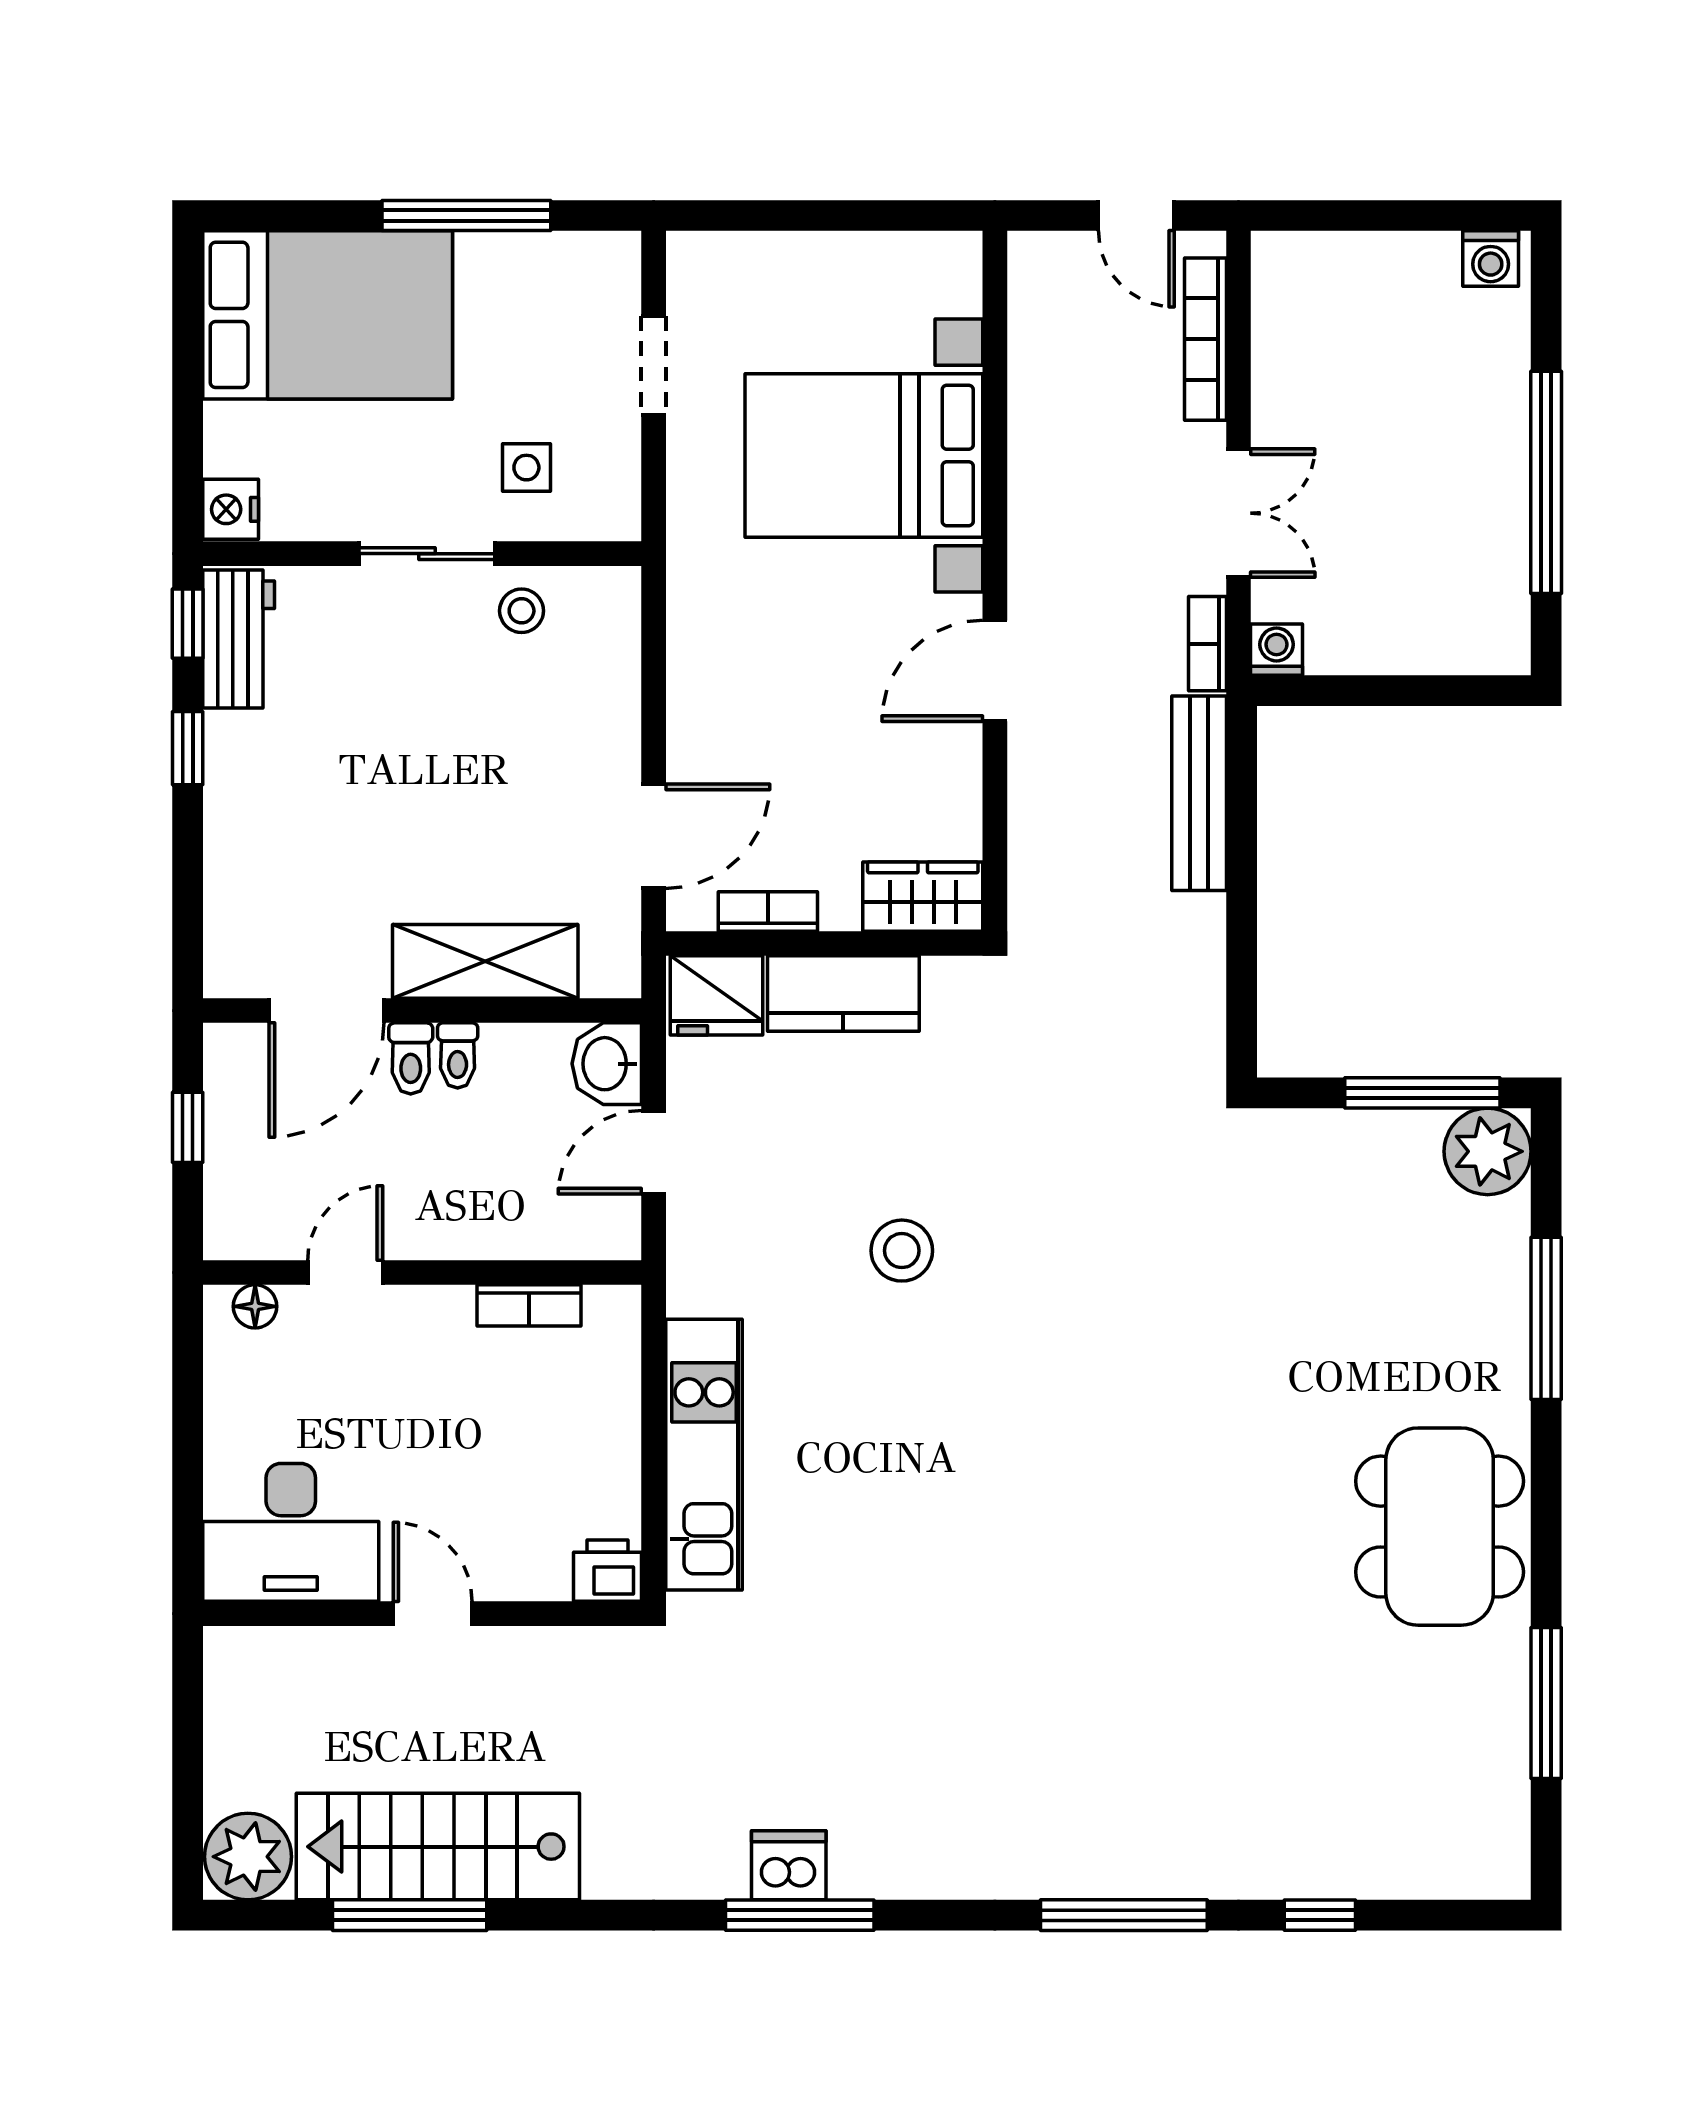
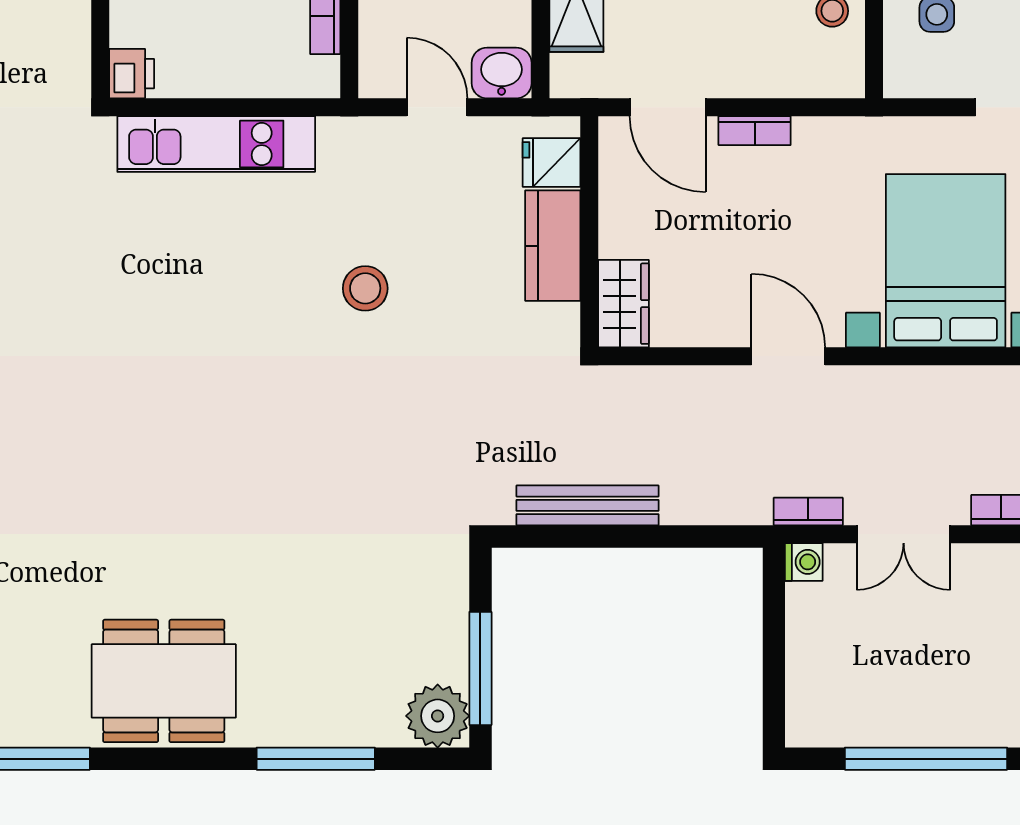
bench: (1199, 793) -> (588, 505), moved
bookcase: (768, 912) -> (755, 131), moved, turned 90
fridge: (717, 995) -> (551, 163), width x0.72

